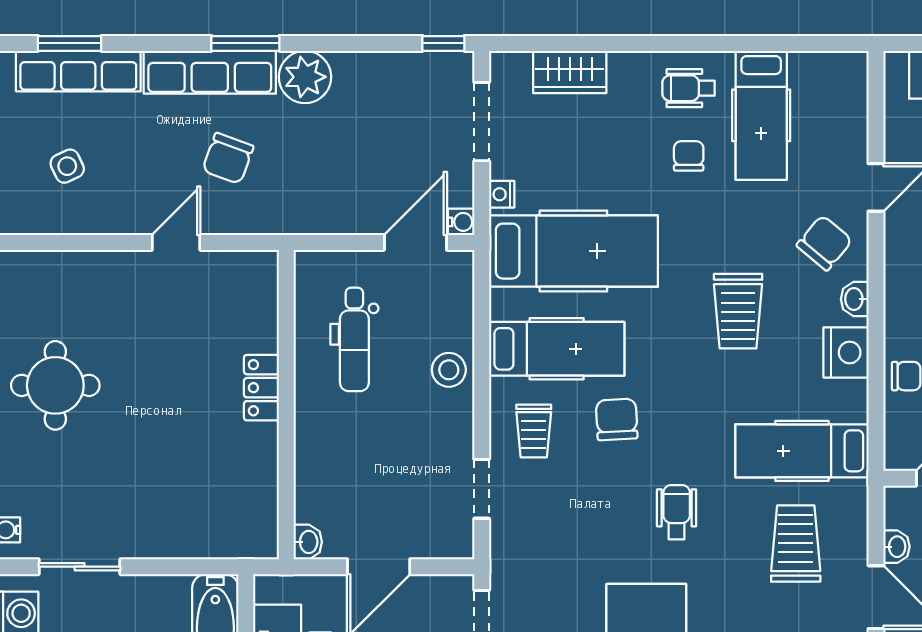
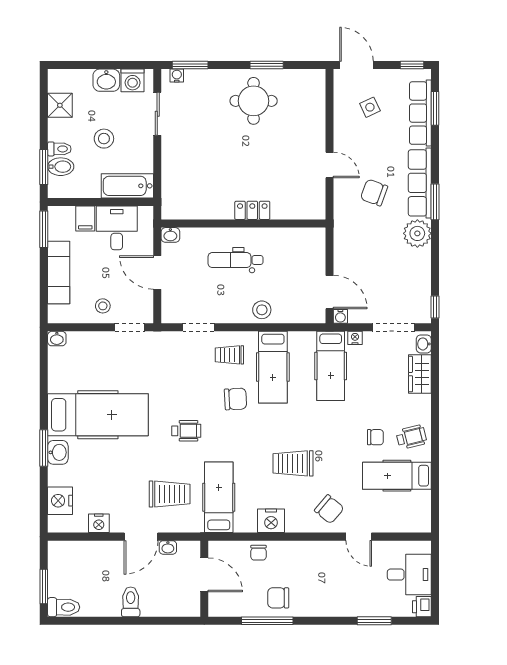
wheelchair: (688, 88) -> (411, 437), turned 76
hospital bed: (573, 251) -> (331, 366), width x0.73, depth x0.78
washbasin: (855, 299) -> (424, 344), moved, turned -90
dental chair: (354, 339) -> (236, 260), moved

